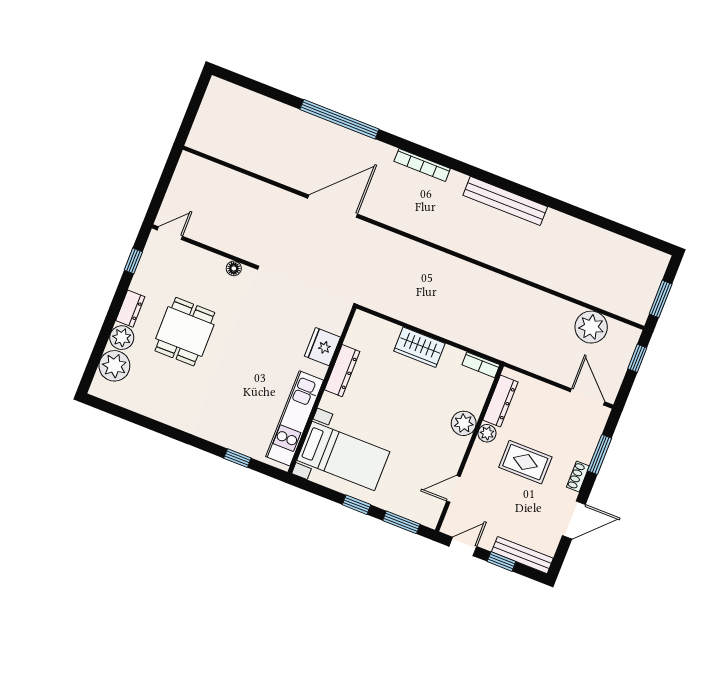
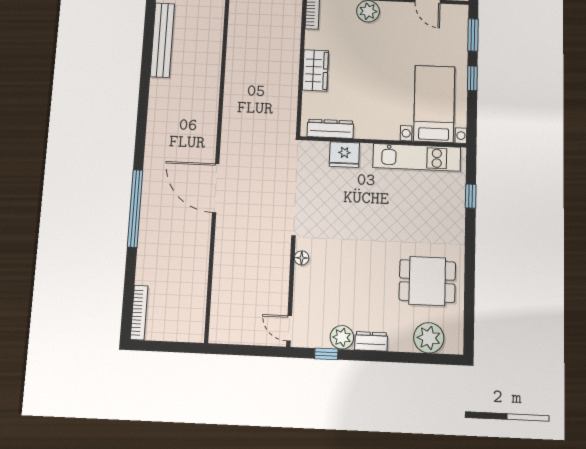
bookcase: (422, 165) -> (139, 313), moved
dining table: (185, 332) -> (427, 281), moved
plant: (122, 338) -> (342, 337), moved
dresser: (342, 371) -> (330, 129), moved

